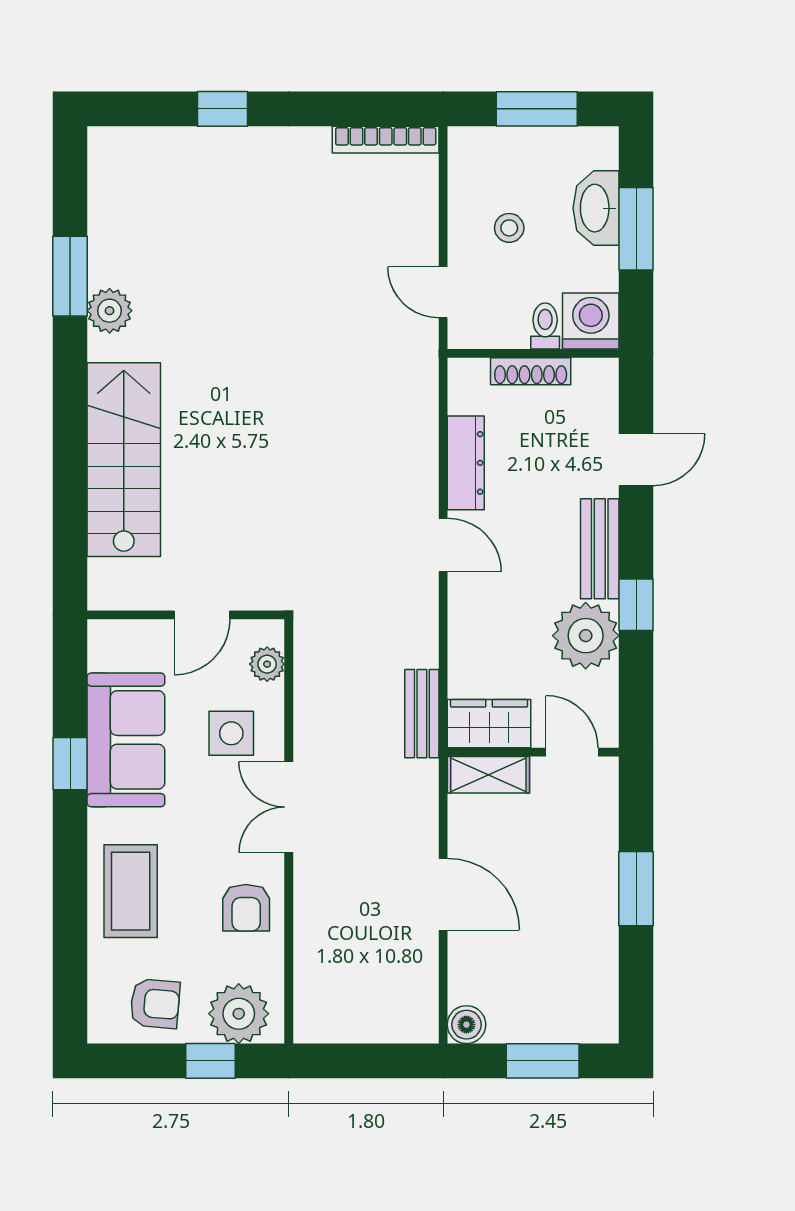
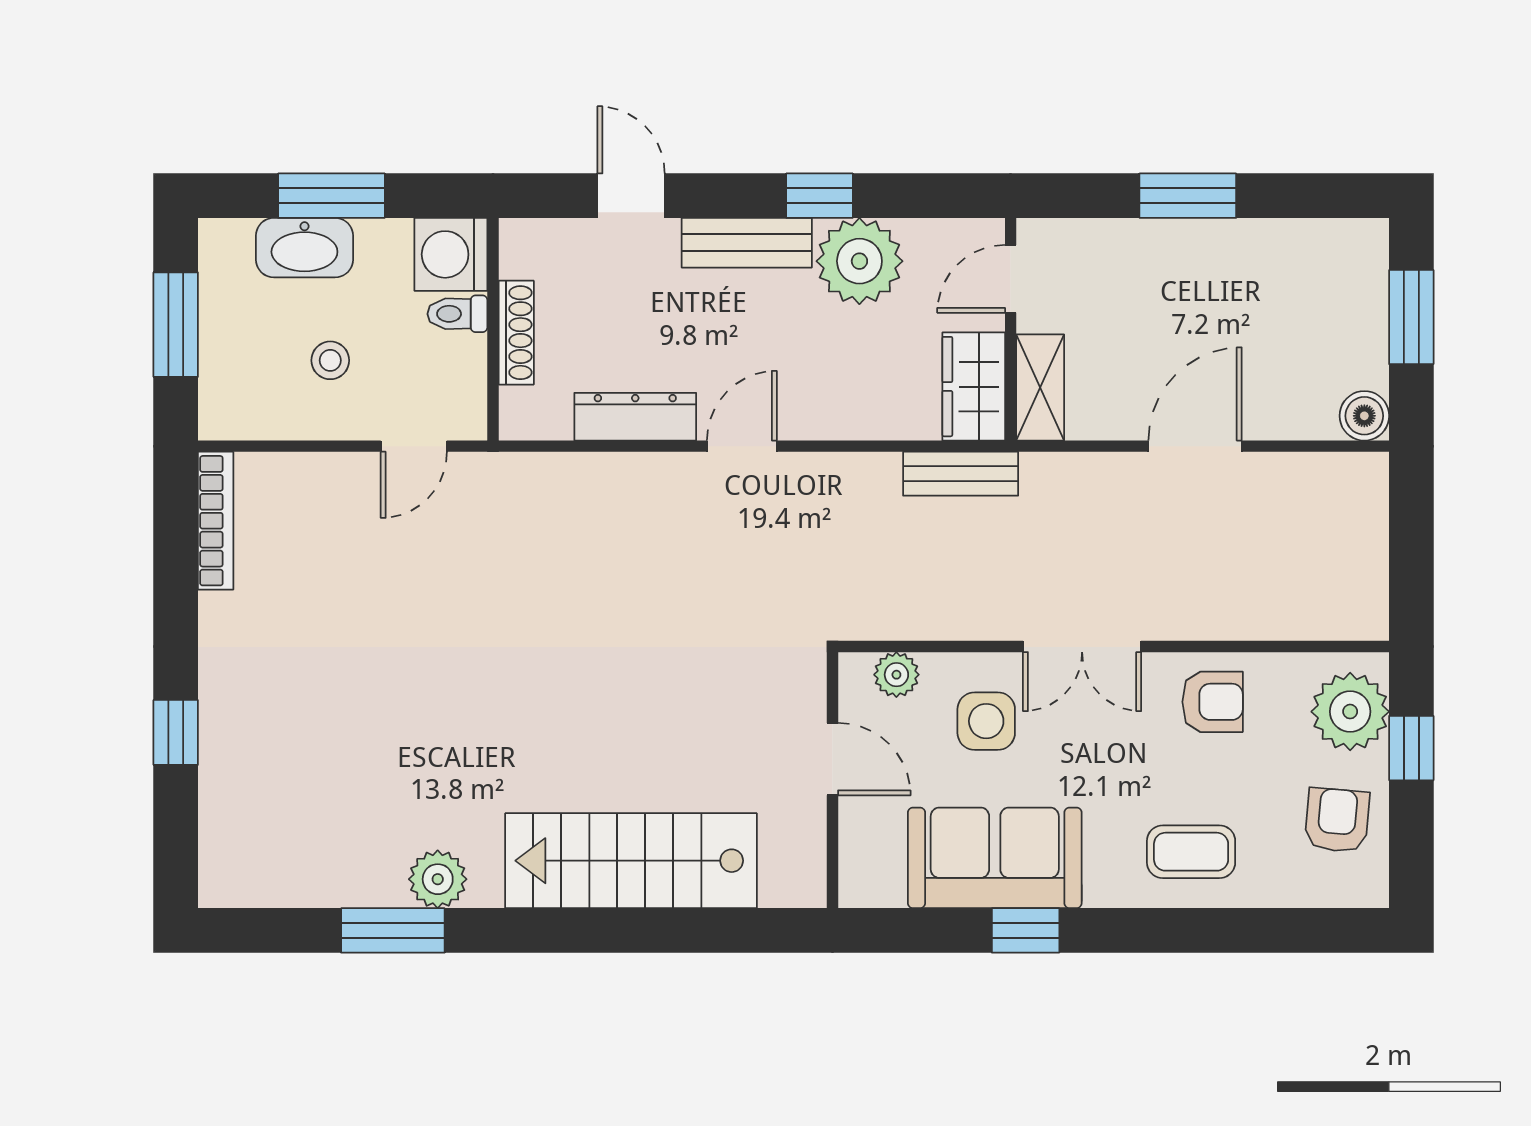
coffee table: (131, 891) -> (1191, 852), width x0.73, depth x0.77

